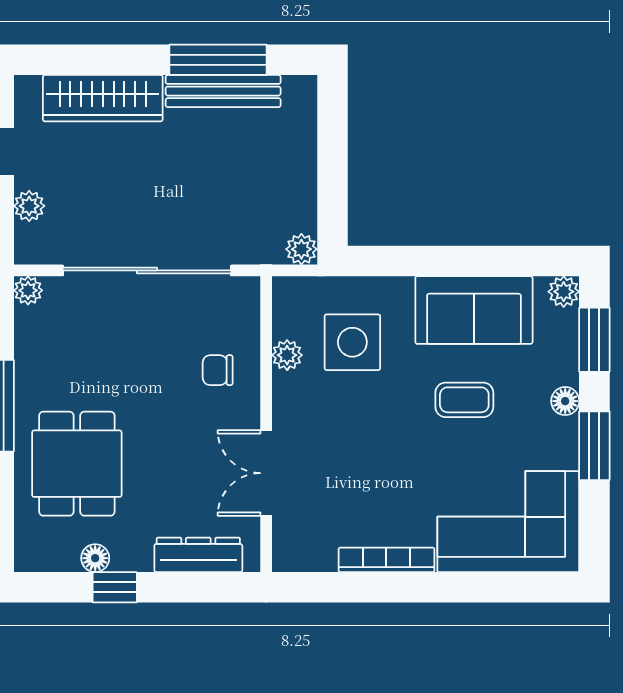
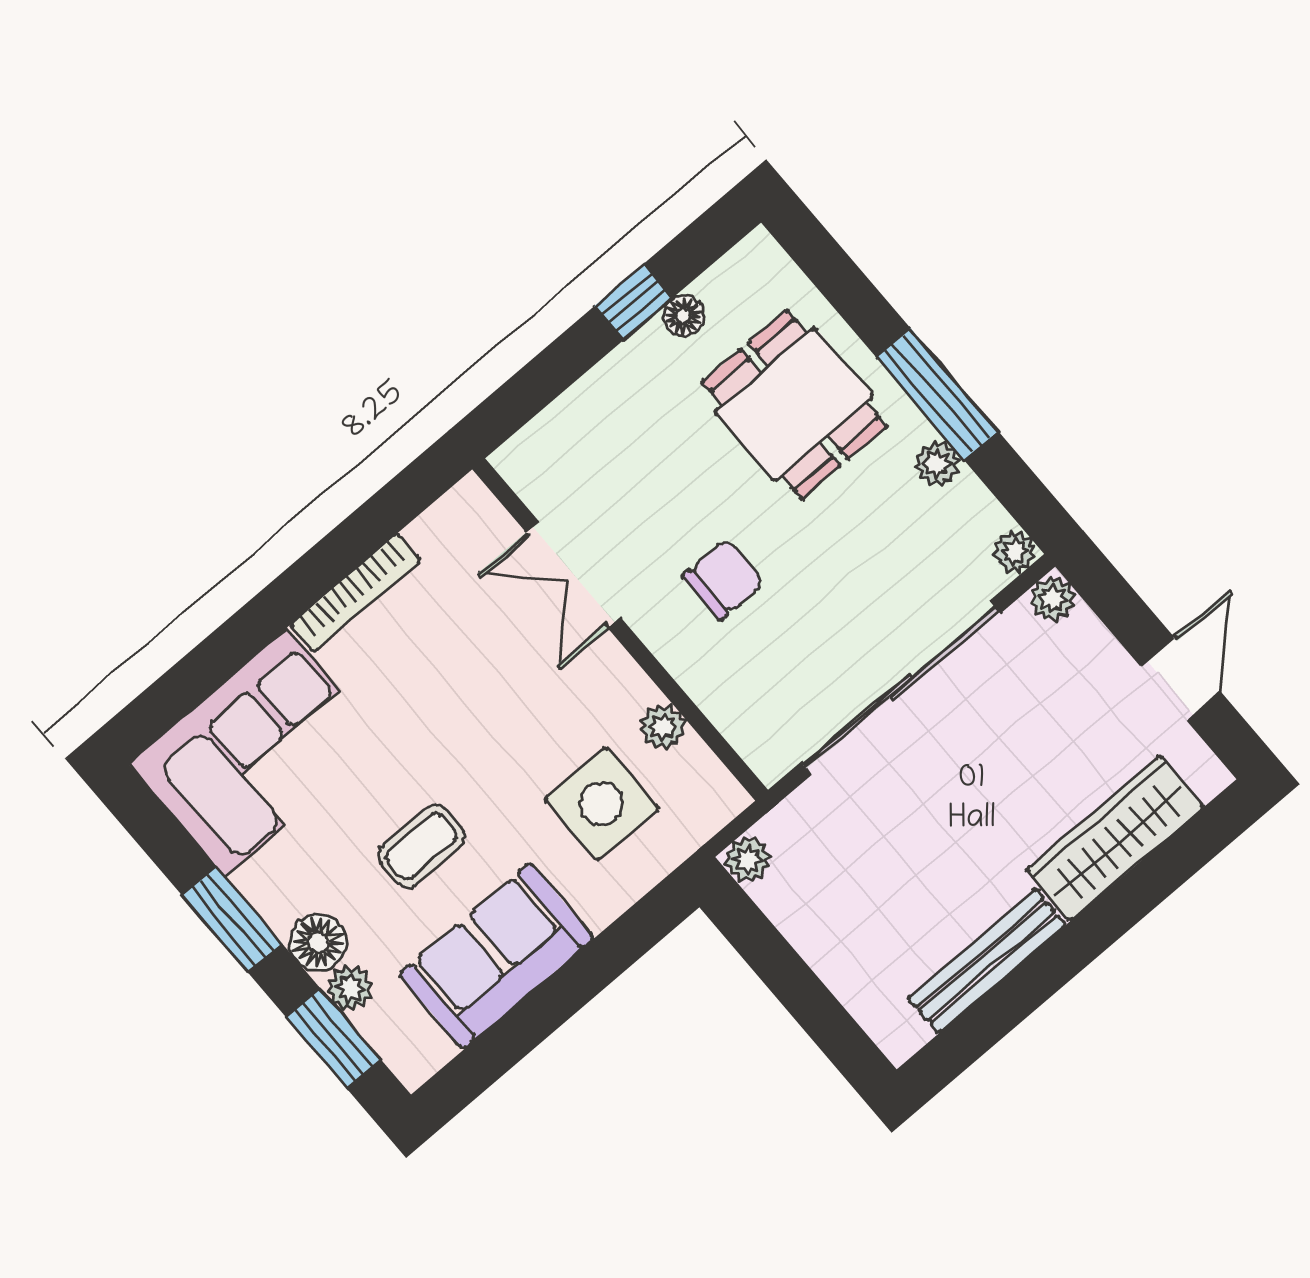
window: (218, 60) -> (1022, 992), removed
plant: (29, 206) -> (1053, 599), moved
plant: (564, 292) -> (350, 988), moved
plant: (29, 370) -> (937, 464), added
chair: (218, 370) -> (724, 579), moved, width x1.37, depth x1.37
floor lamp: (565, 401) -> (318, 942), width x1.37, depth x1.37
double door: (266, 473) -> (573, 575), swing flipped
dresser: (198, 555) -> (571, 418), removed

